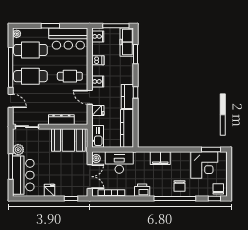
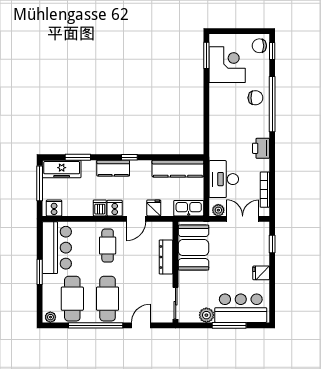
dishwasher: (98, 60) -> (100, 208), moved
kitchen counter: (127, 96) -> (113, 168), moved
filing cabinet: (160, 158) -> (218, 124), removed

